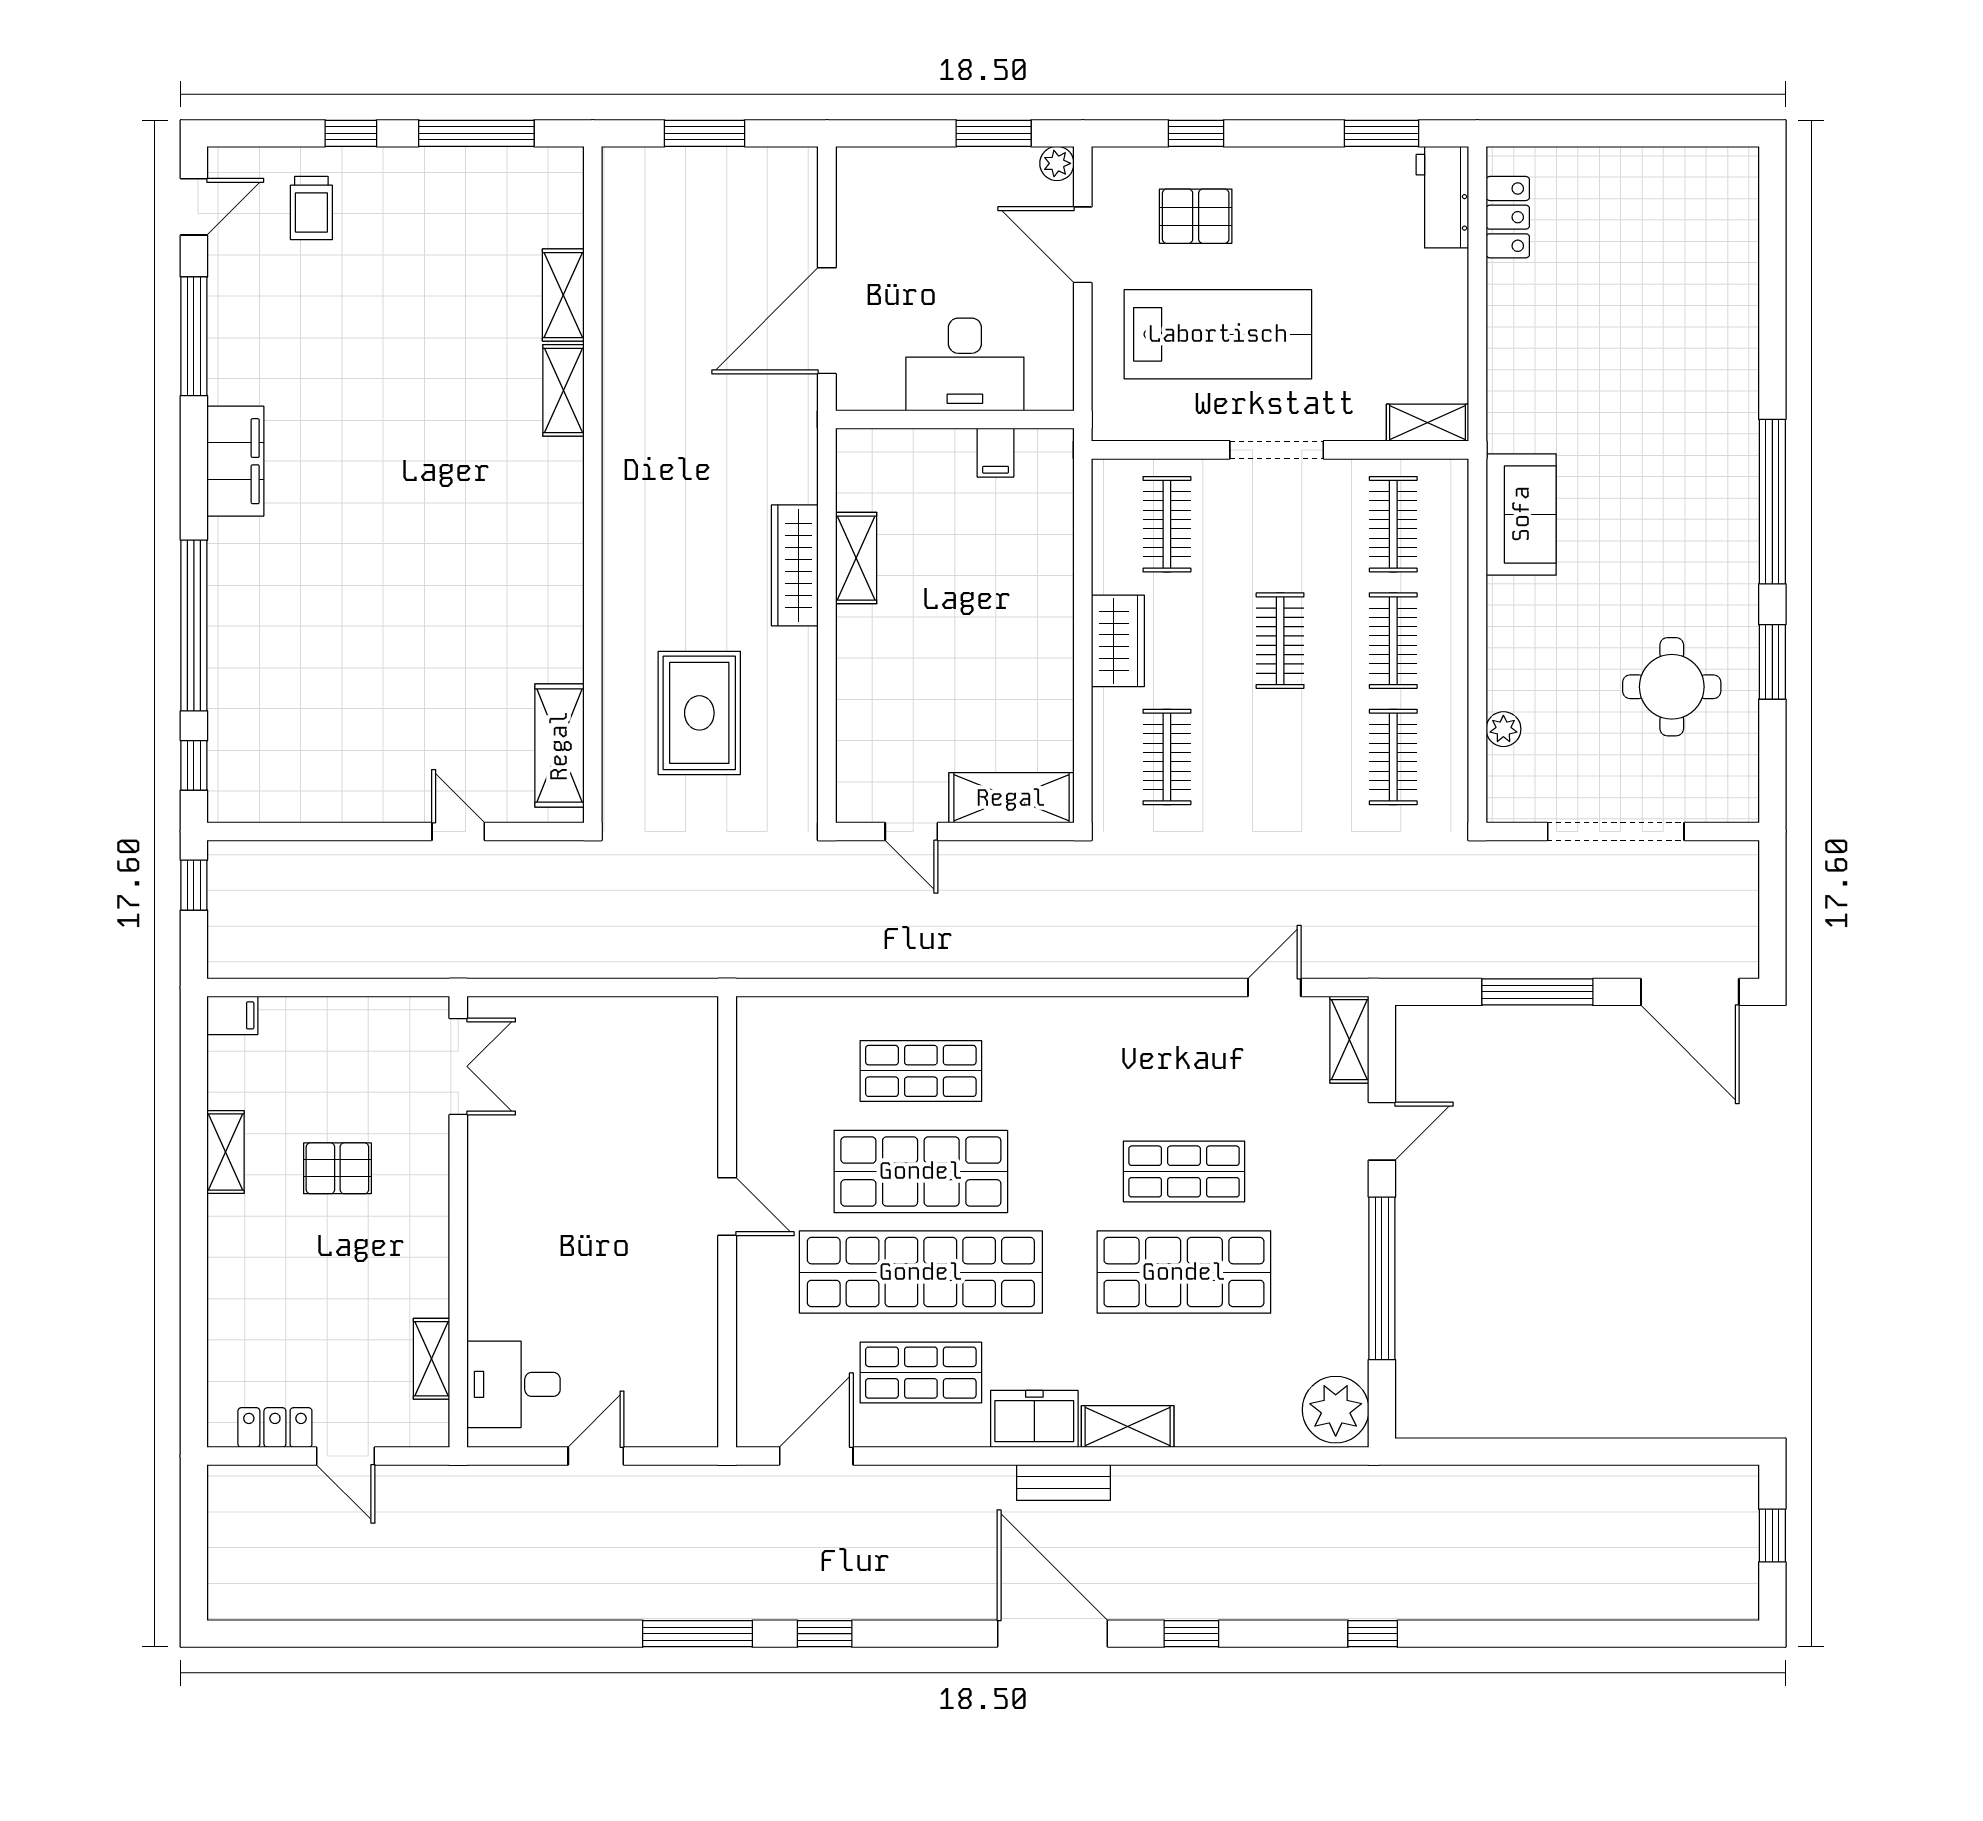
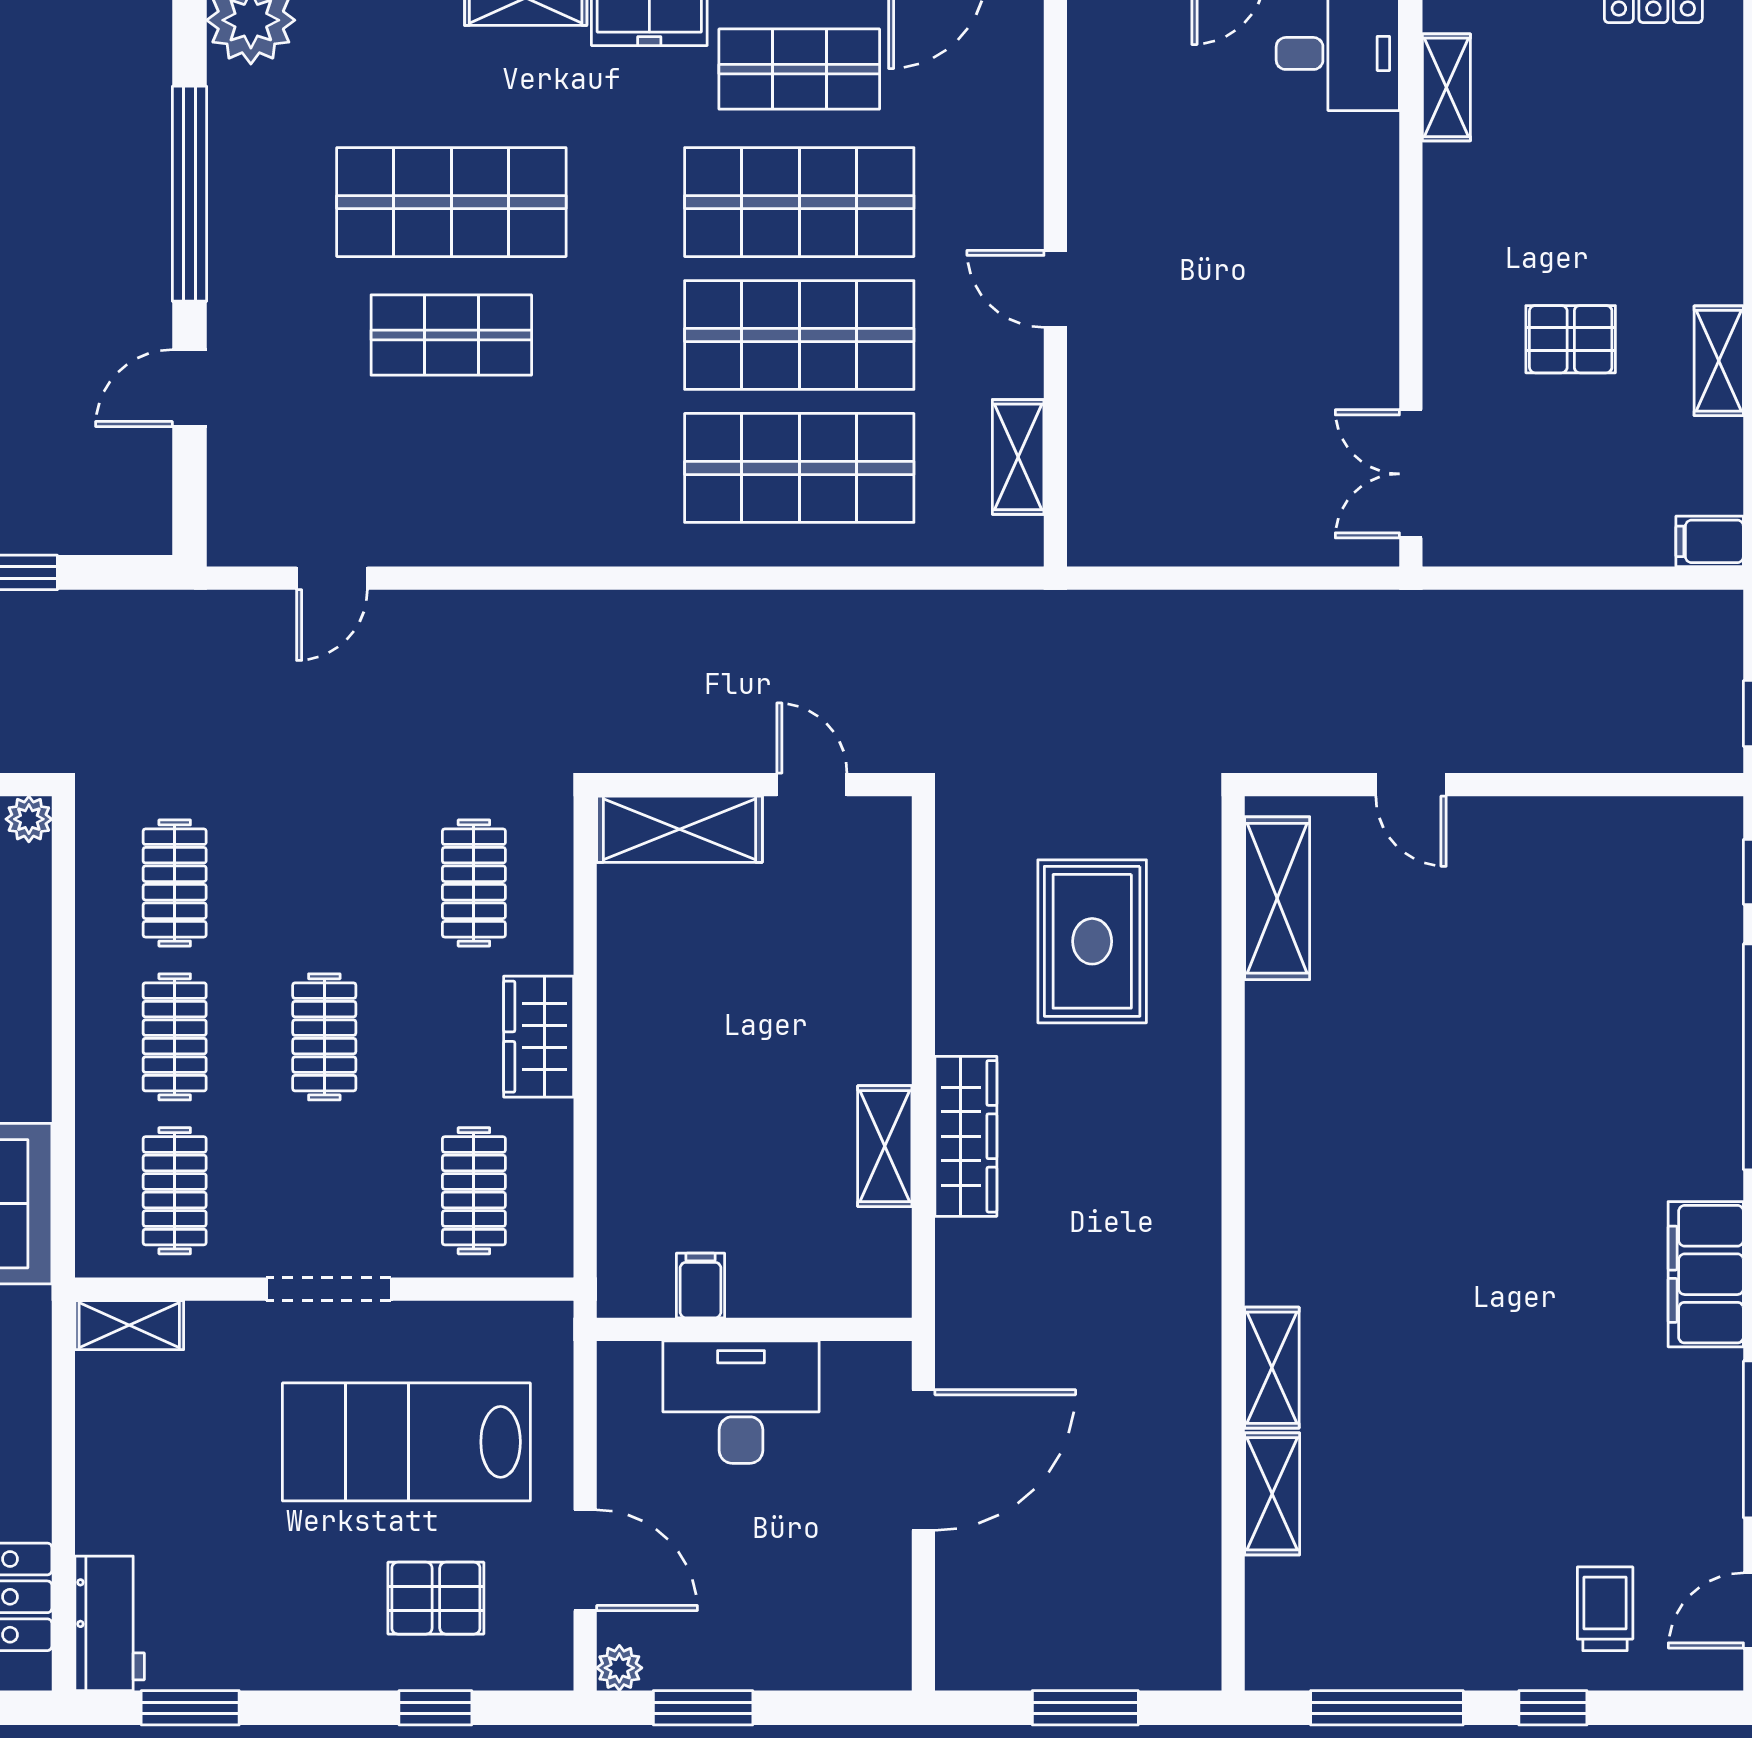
plant: (1503, 729) -> (29, 819), moved
shelving: (1349, 1040) -> (1018, 457), moved
shop shelf: (921, 1071) -> (799, 468), width x1.43, depth x1.36
shop shelf: (921, 1272) -> (799, 202), width x0.71

